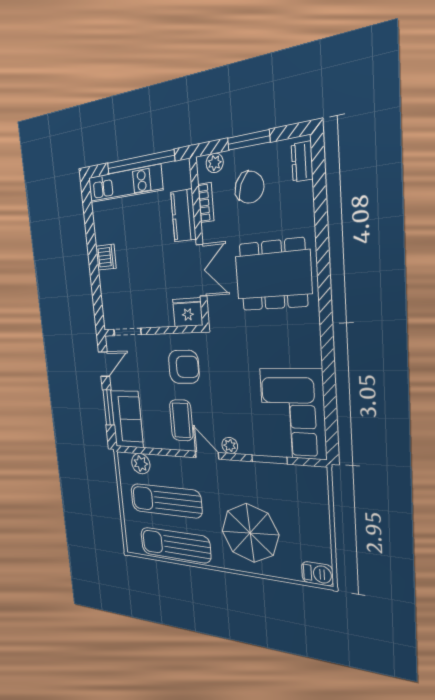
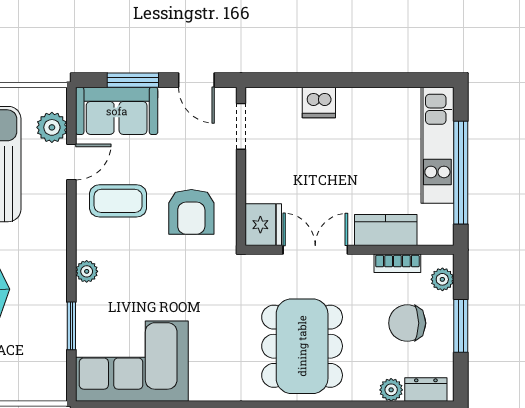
chair: (249, 187) -> (407, 323), turned 66
plant: (304, 193) -> (391, 390), added
dishwasher: (106, 257) -> (319, 103), moved
double door: (201, 270) -> (315, 250), swing flipped
door: (207, 455) -> (71, 162), moved

